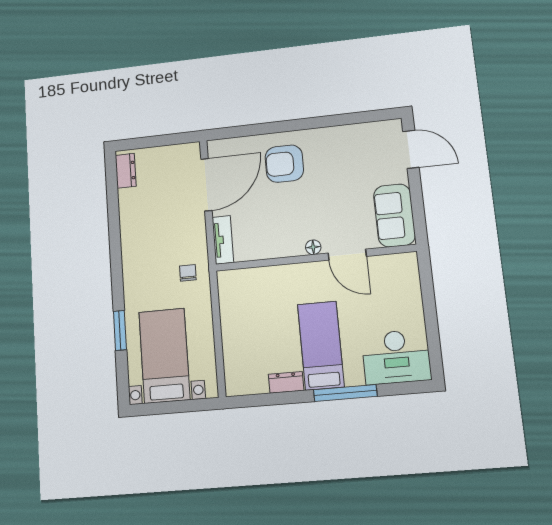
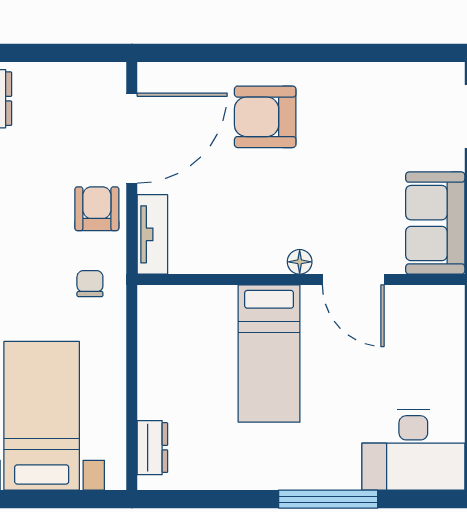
armchair: (189, 228) -> (97, 209), added
bed: (321, 345) -> (269, 354), moved, turned 180
dresser: (286, 382) -> (152, 448), moved, turned 90

